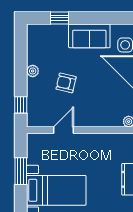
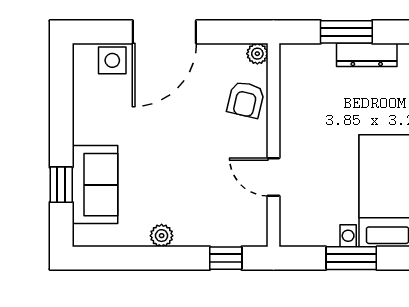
sofa: (89, 36) -> (95, 185), moved
armchair: (66, 83) -> (246, 100), moved

